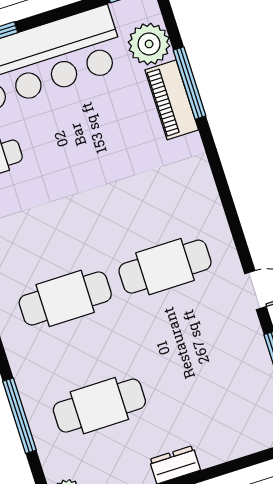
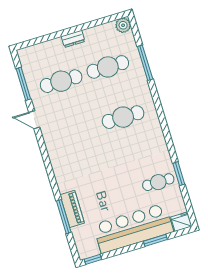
plant: (149, 44) -> (82, 235), removed
cafe table: (165, 267) -> (61, 81), moved

